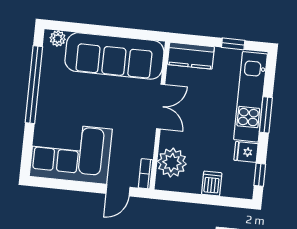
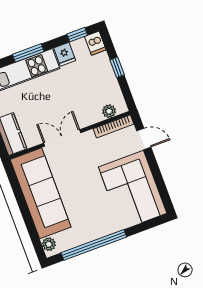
plant: (172, 163) -> (109, 111), width x0.53, depth x0.53
bookcase: (146, 174) -> (113, 126), width x1.56
dishwasher: (212, 184) -> (95, 43), moved, turned -90
window: (206, 199) -> (117, 67), added

